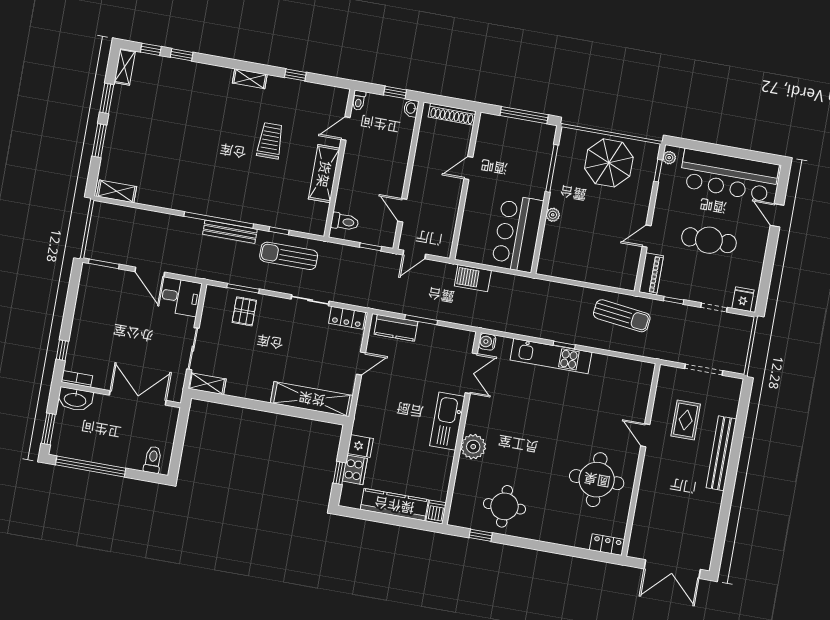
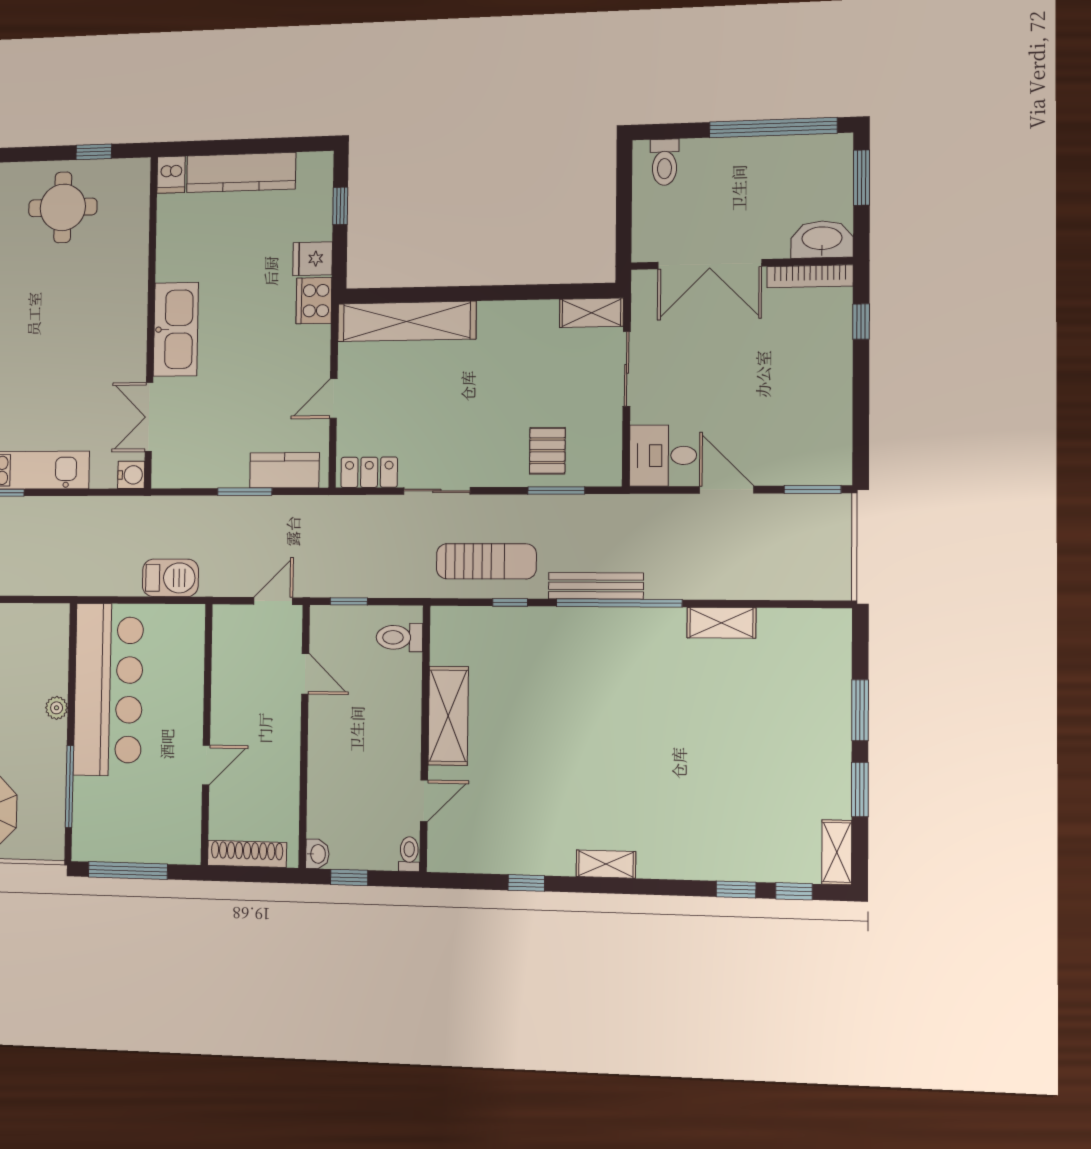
trolley: (270, 141) -> (552, 759), removed
shelving: (117, 191) -> (721, 623), moved
bar counter: (518, 233) -> (108, 690), width x1.36
bookcase: (77, 379) -> (810, 276), width x1.56
plant: (473, 447) -> (127, 295), removed
cooker: (355, 470) -> (314, 301), moved

